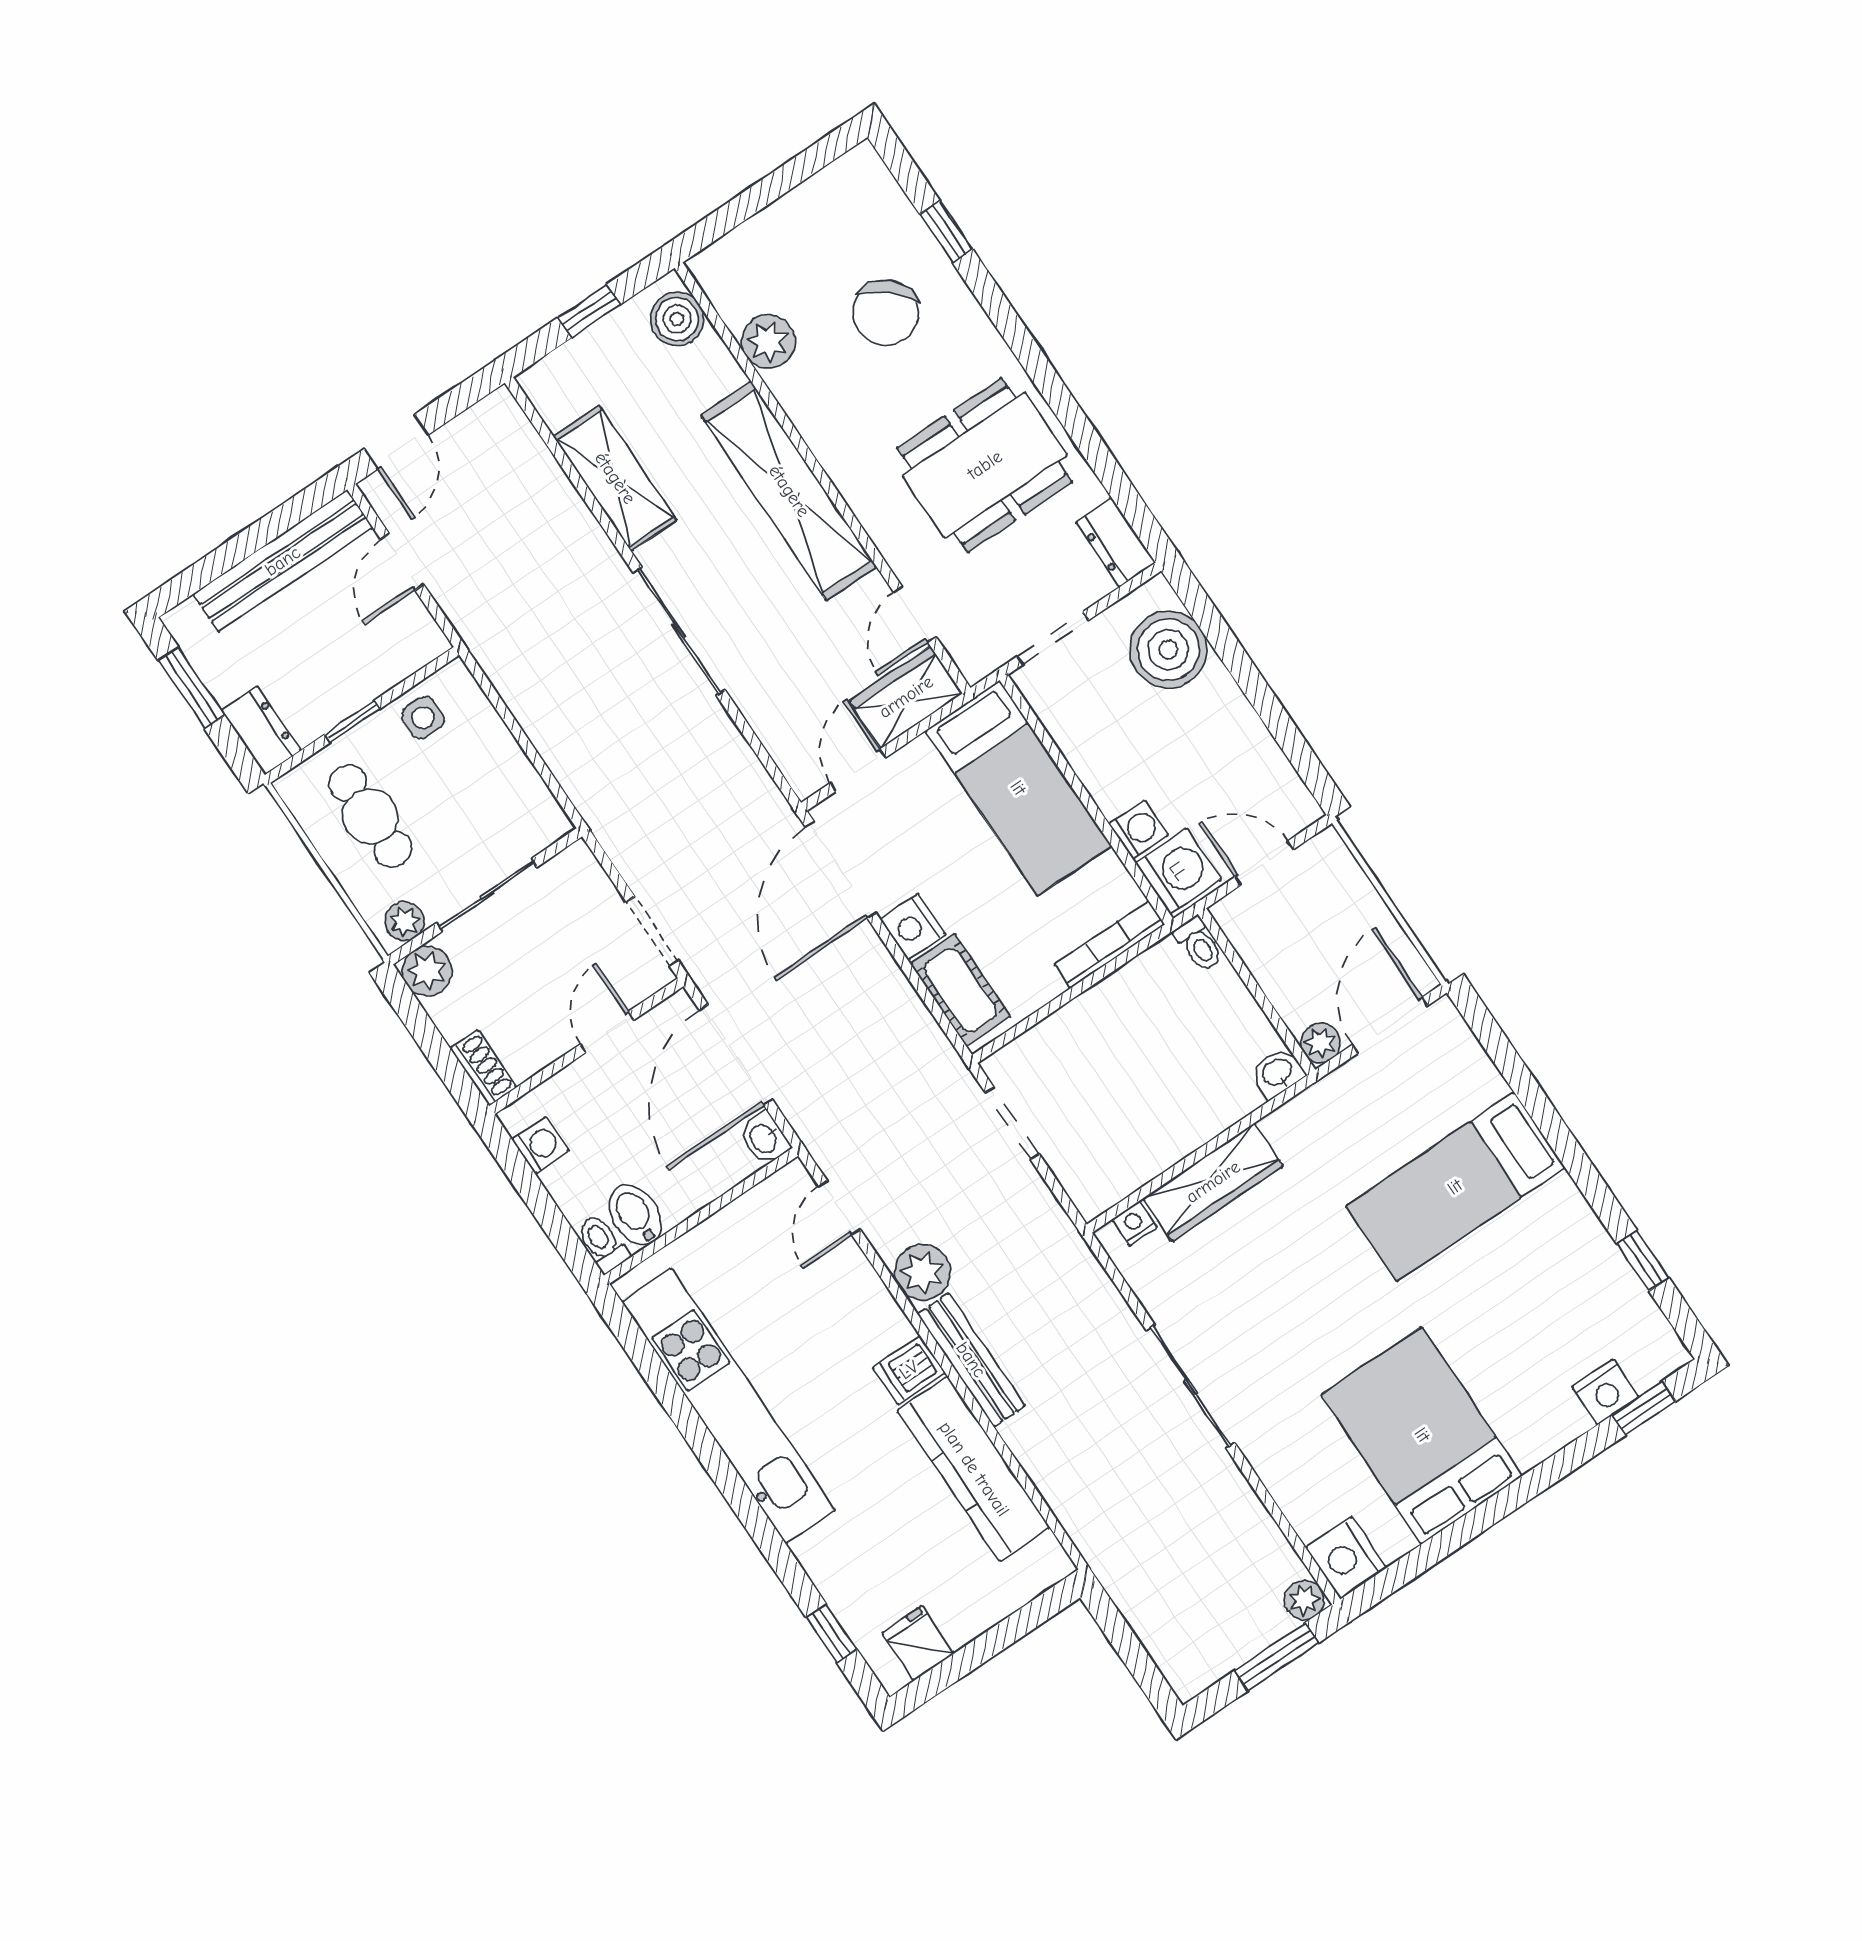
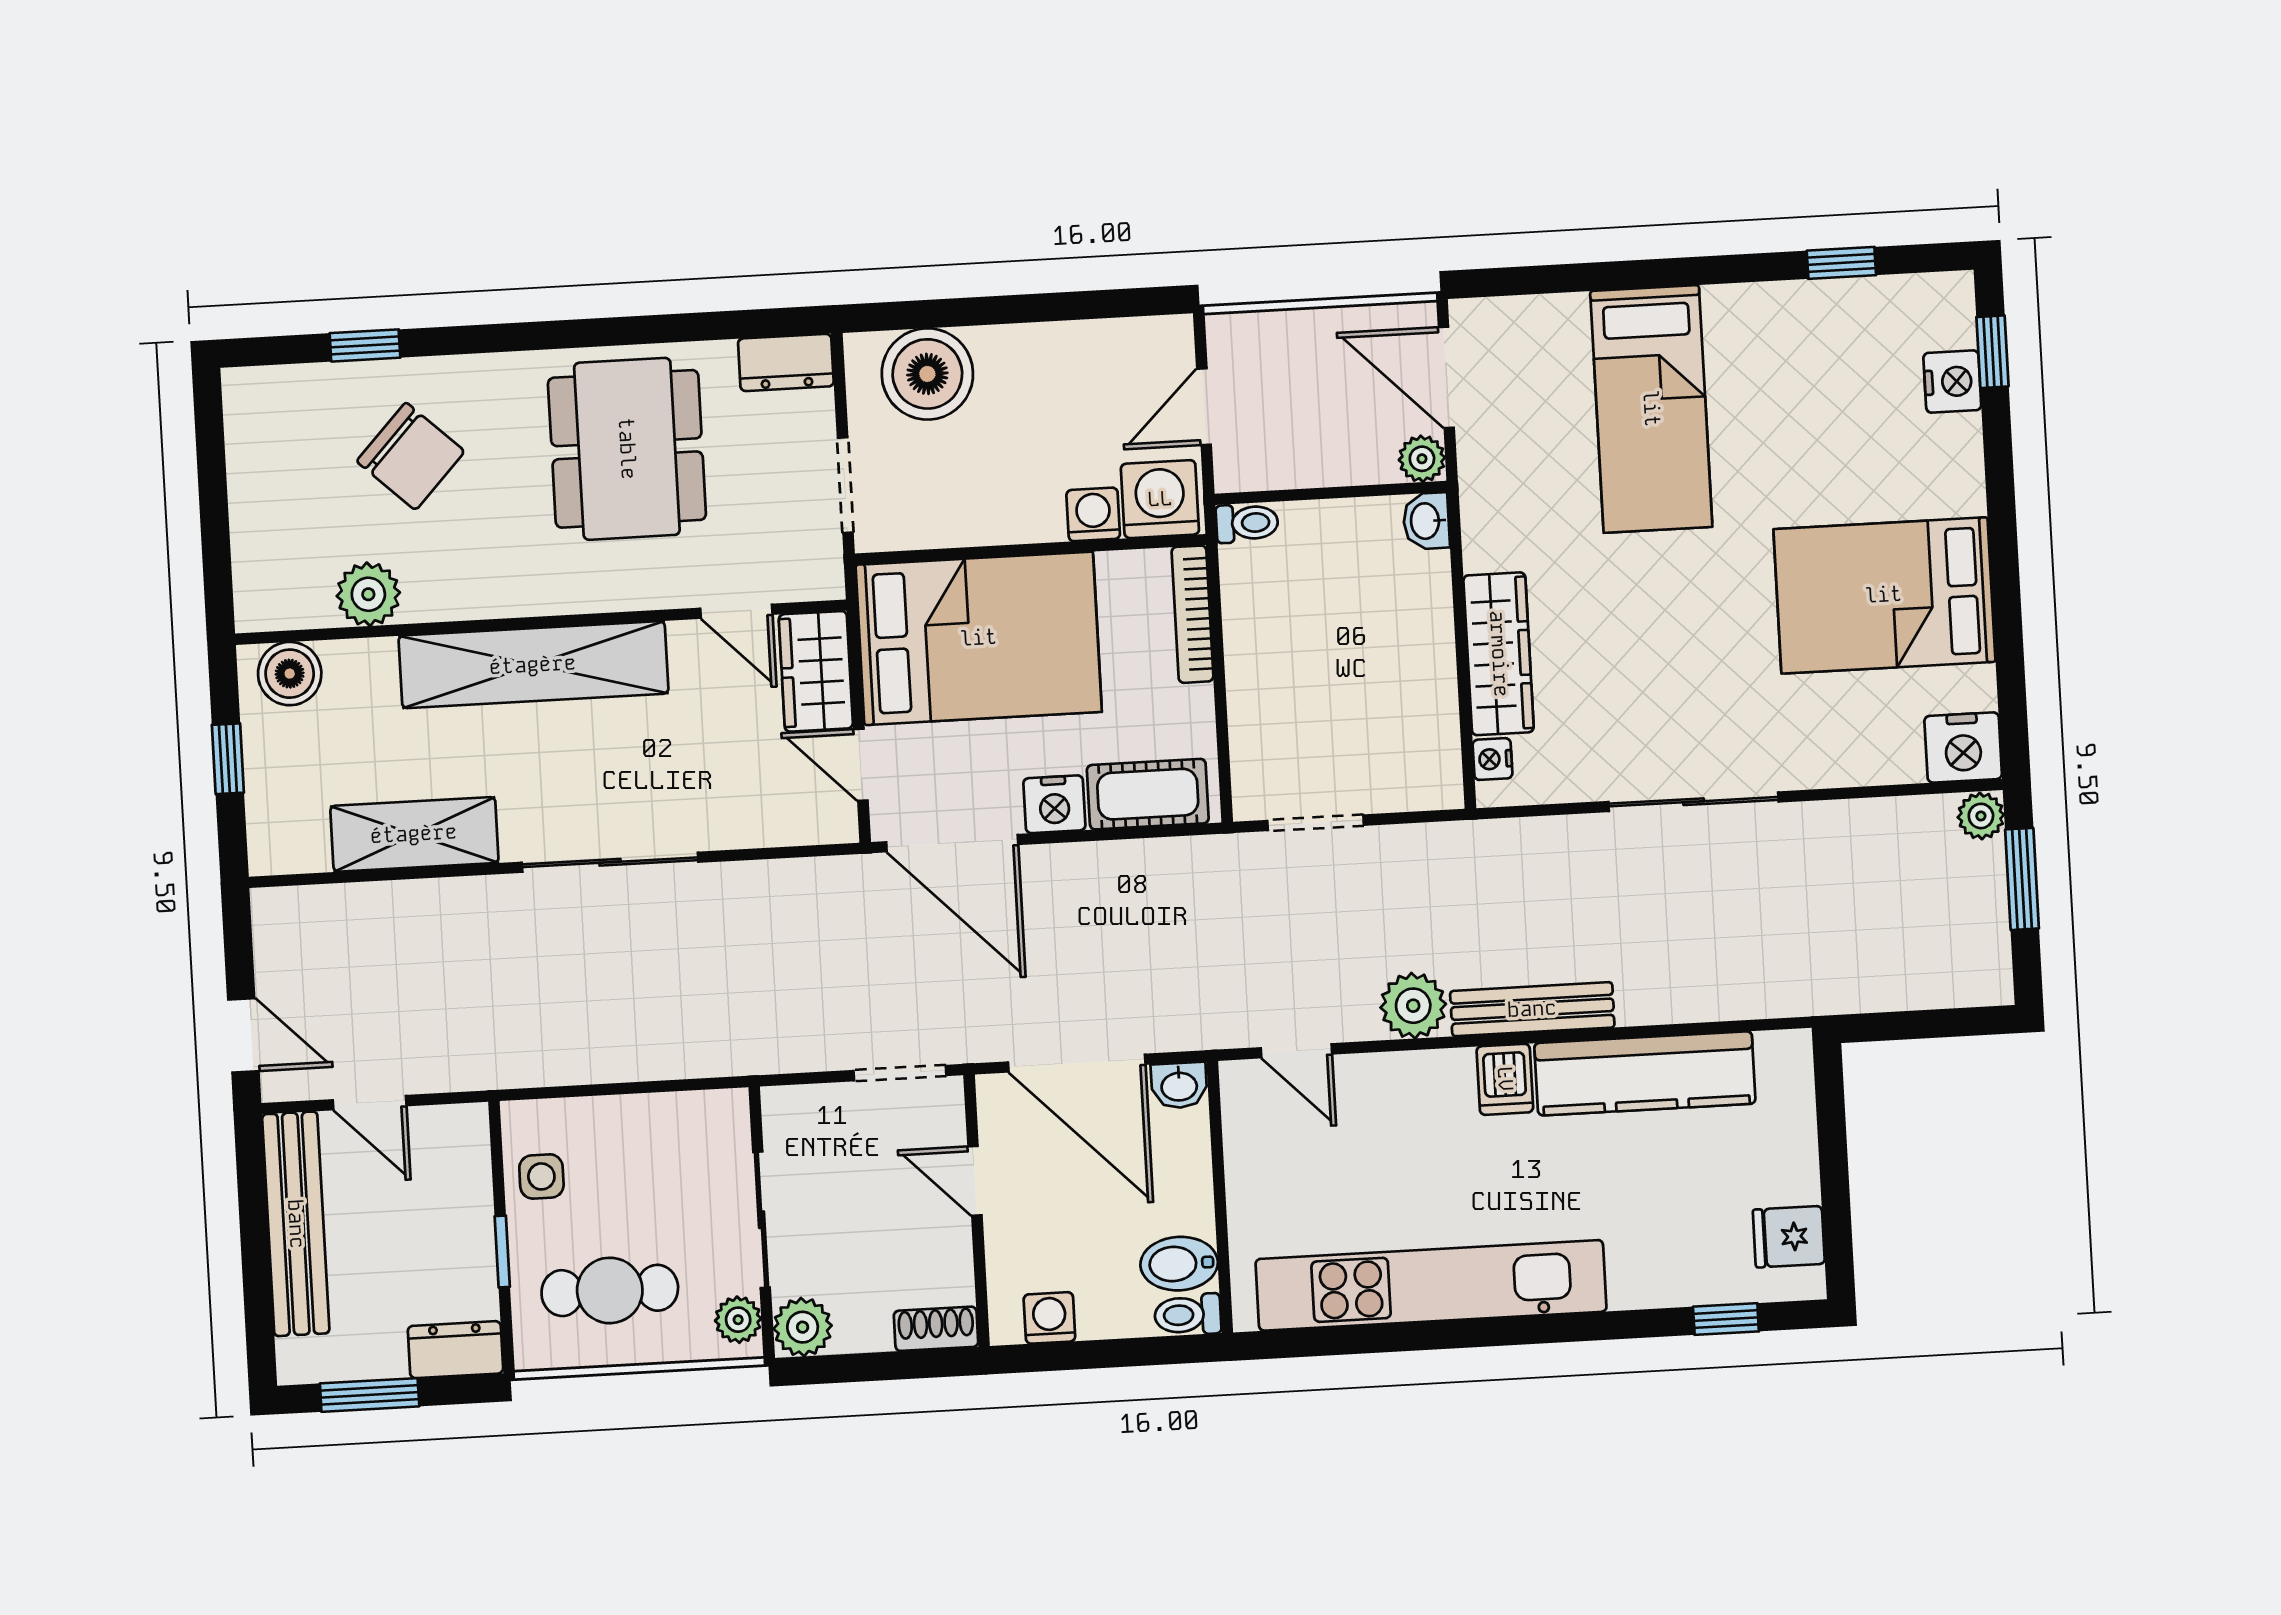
bed: (1018, 788) -> (979, 638), width x1.50

